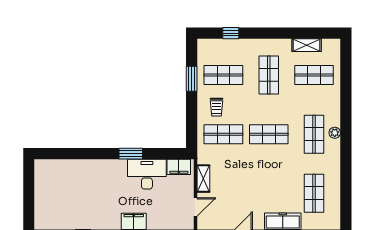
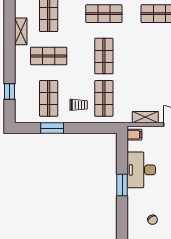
shelving: (307, 45) -> (21, 31), moved
filing cabinet: (179, 167) -> (134, 135), width x0.50
chair: (94, 186) -> (153, 220), added

